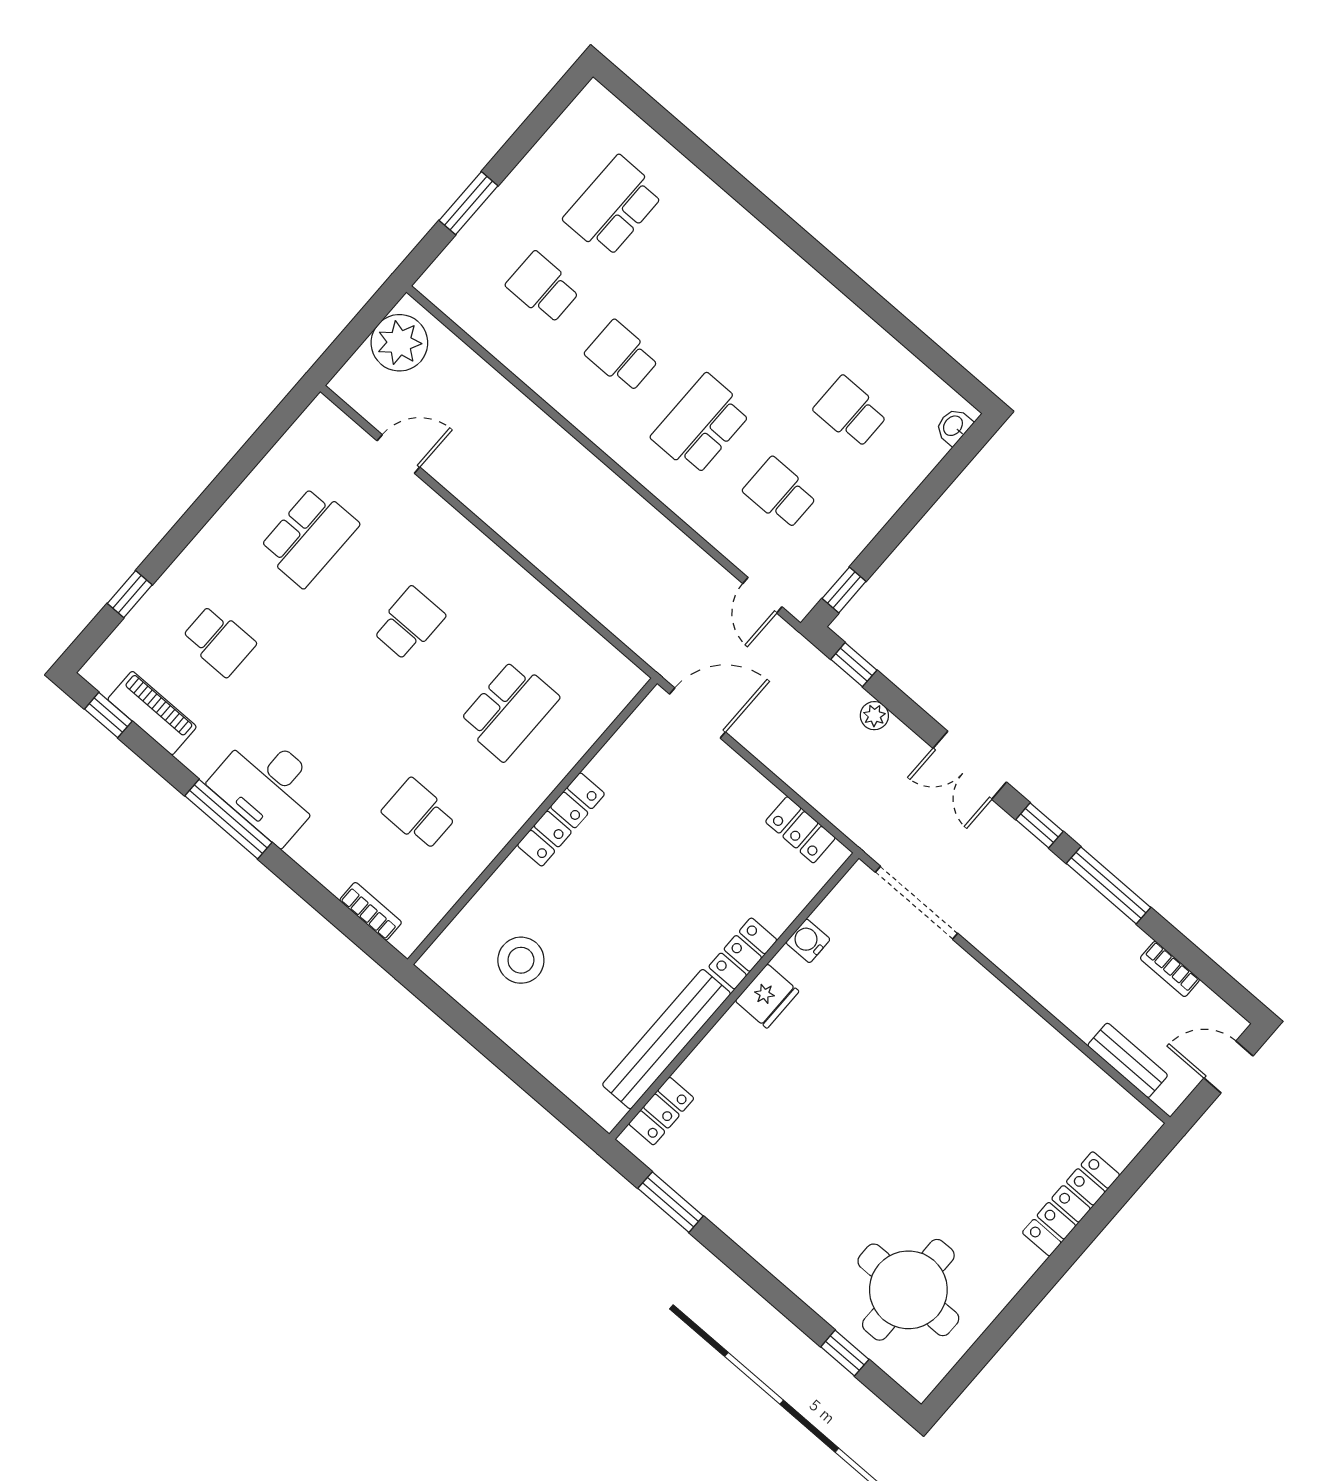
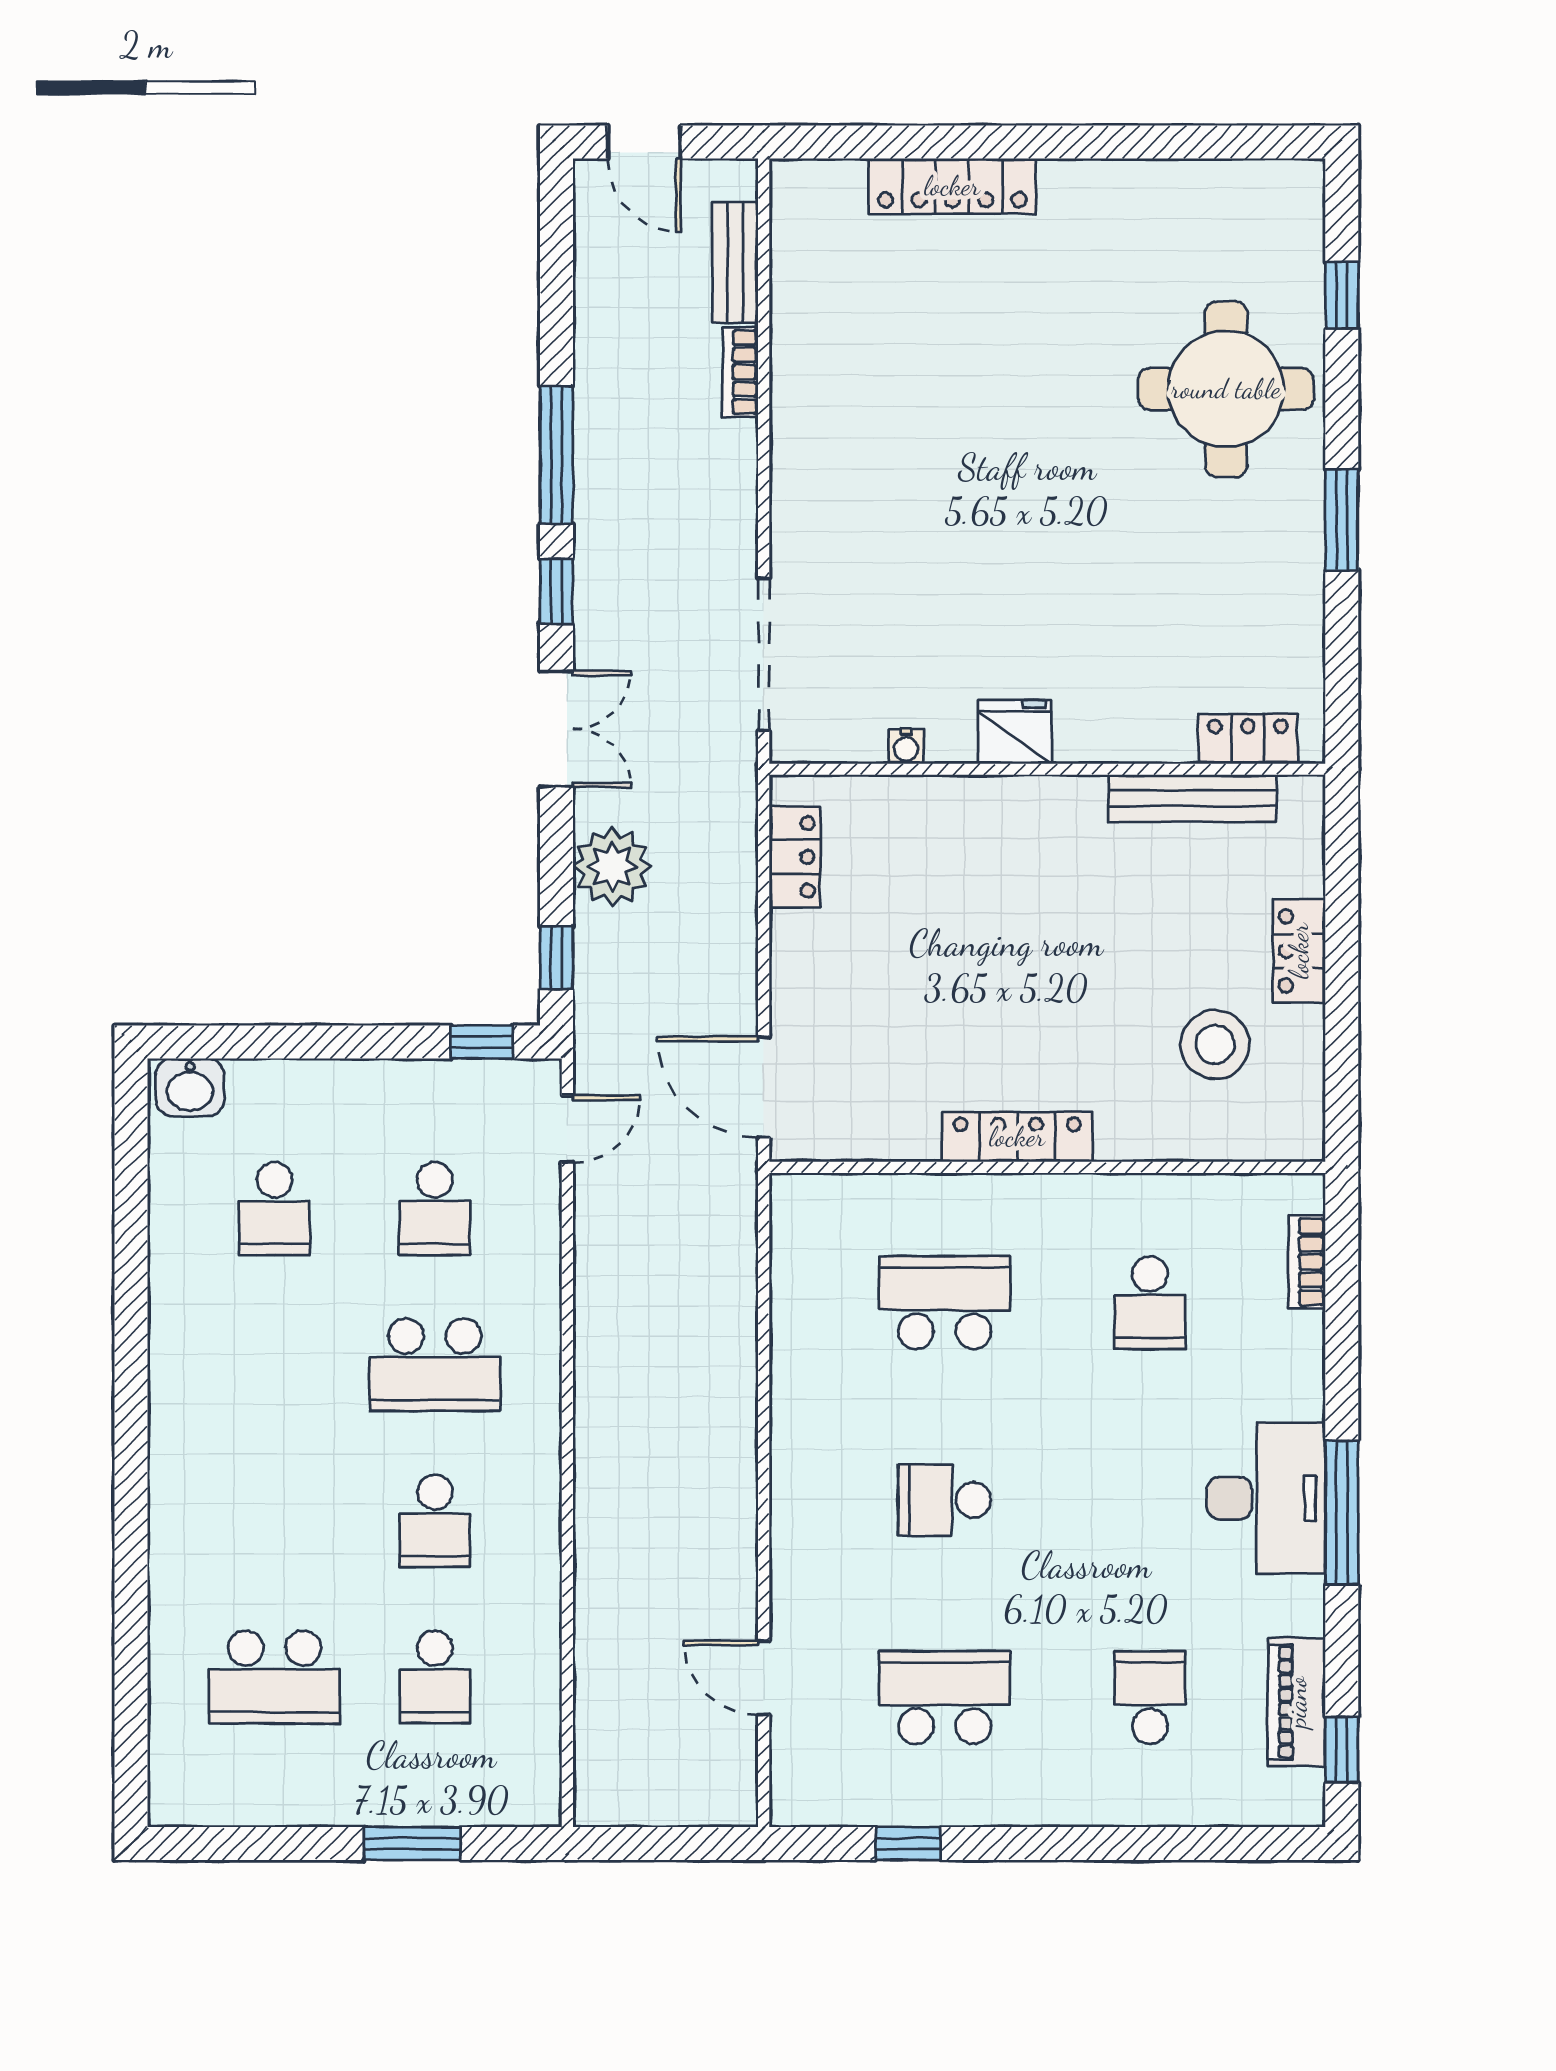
plant: (399, 343) -> (637, 1785), removed
washbasin: (954, 426) -> (190, 1087), width x1.38, depth x1.45
window: (130, 594) -> (908, 1844), moved
plant: (874, 716) -> (612, 866), width x1.87, depth x1.87
water cooler: (808, 941) -> (906, 746), width x0.72, depth x0.72
locker: (743, 953) -> (1299, 951), moved, turned 90
bookcase: (1170, 969) -> (740, 372), moved, turned 180
bench: (667, 1039) -> (1193, 798), width x0.73, depth x0.82
window: (671, 1202) -> (1342, 520), moved
round table: (908, 1290) -> (1226, 389), moved

